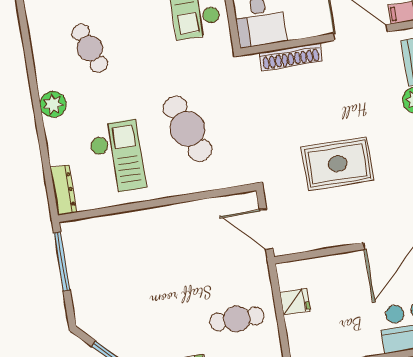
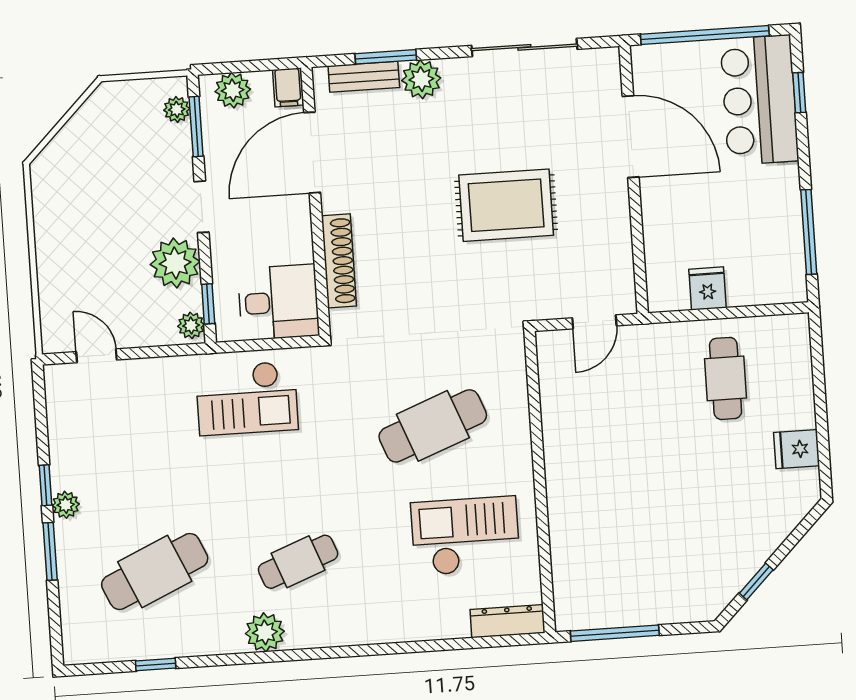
plant: (53, 104) -> (265, 632), moved
rug: (338, 164) -> (506, 205), turned 90
door: (266, 229) -> (594, 322), width x0.73

